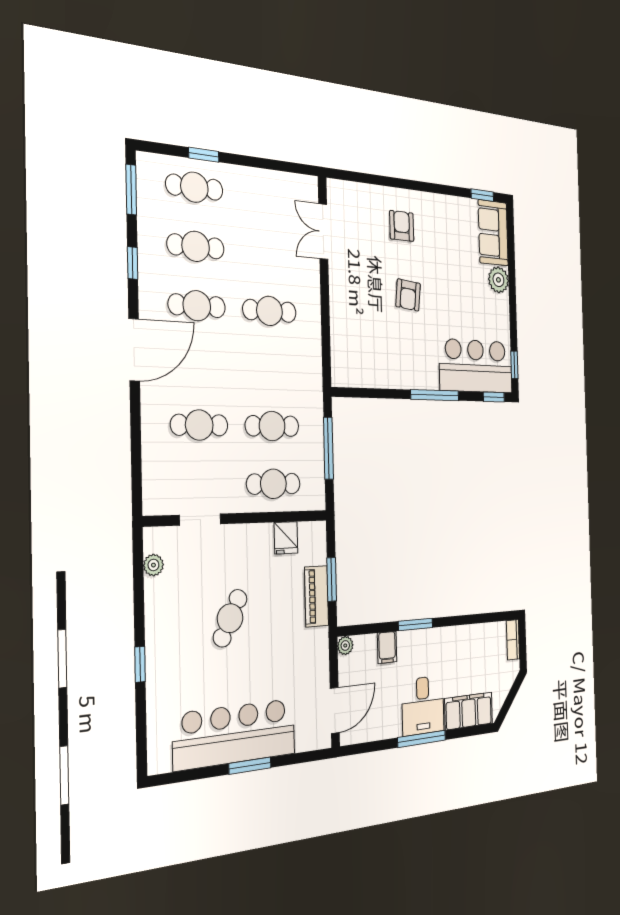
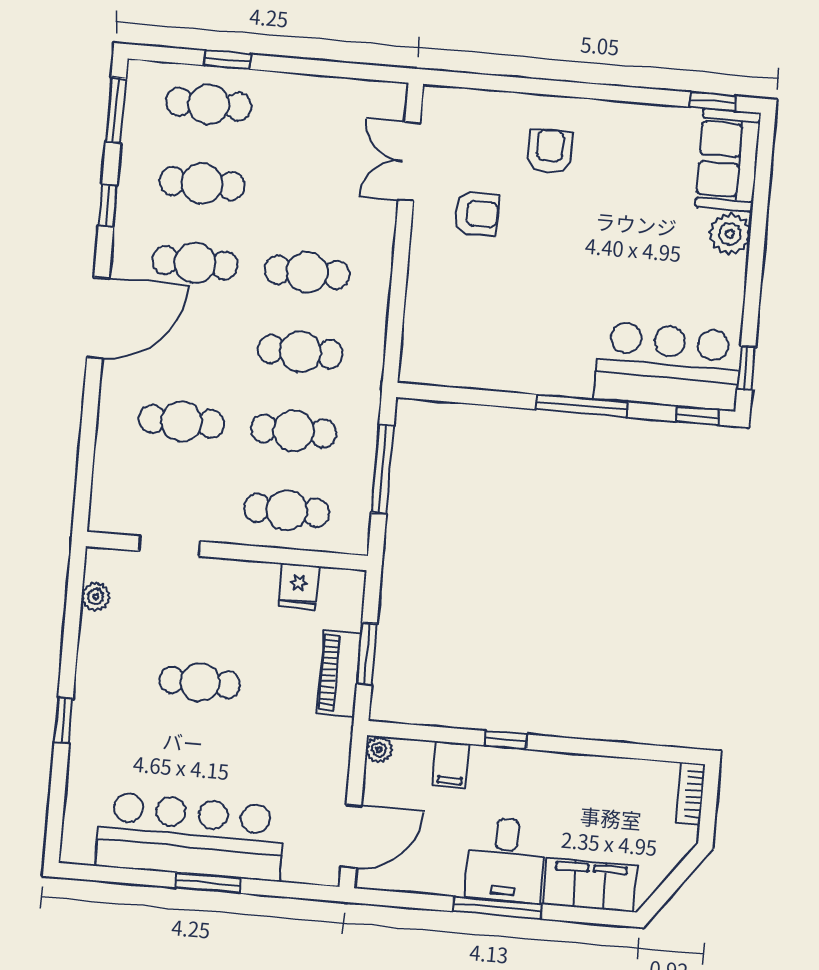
armchair: (408, 295) -> (476, 214), moved, turned -96
cafe table: (271, 368) -> (300, 352), added
cafe table: (230, 618) -> (200, 682), turned 63
window: (416, 624) -> (506, 740), width x0.67

